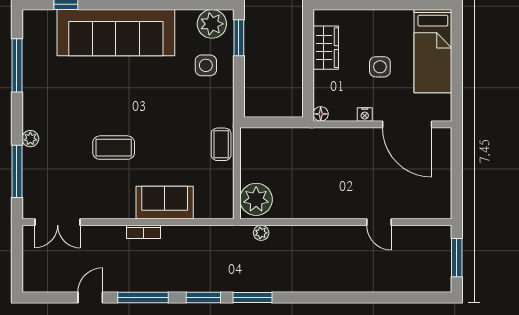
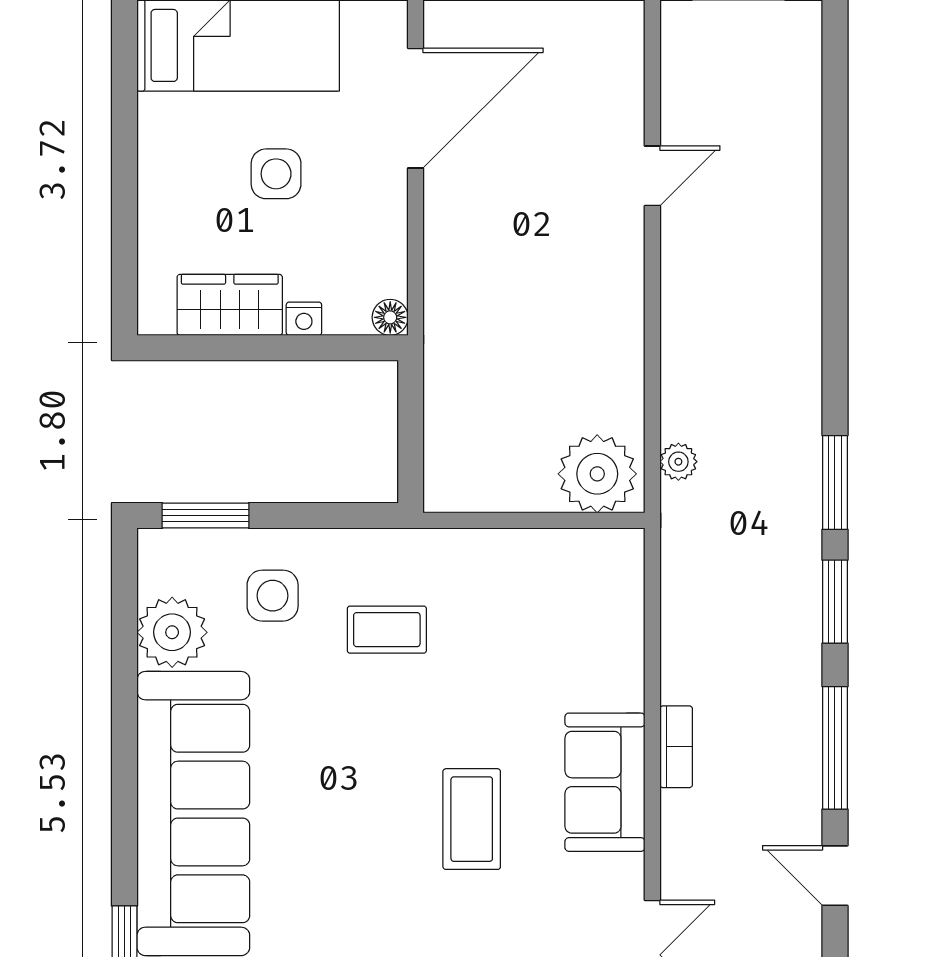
plant: (212, 24) -> (172, 632), moved
nightstand: (365, 114) -> (304, 319), moved, turned 90
coffee table: (221, 144) -> (387, 630), moved
sofa: (165, 203) -> (605, 782), moved

